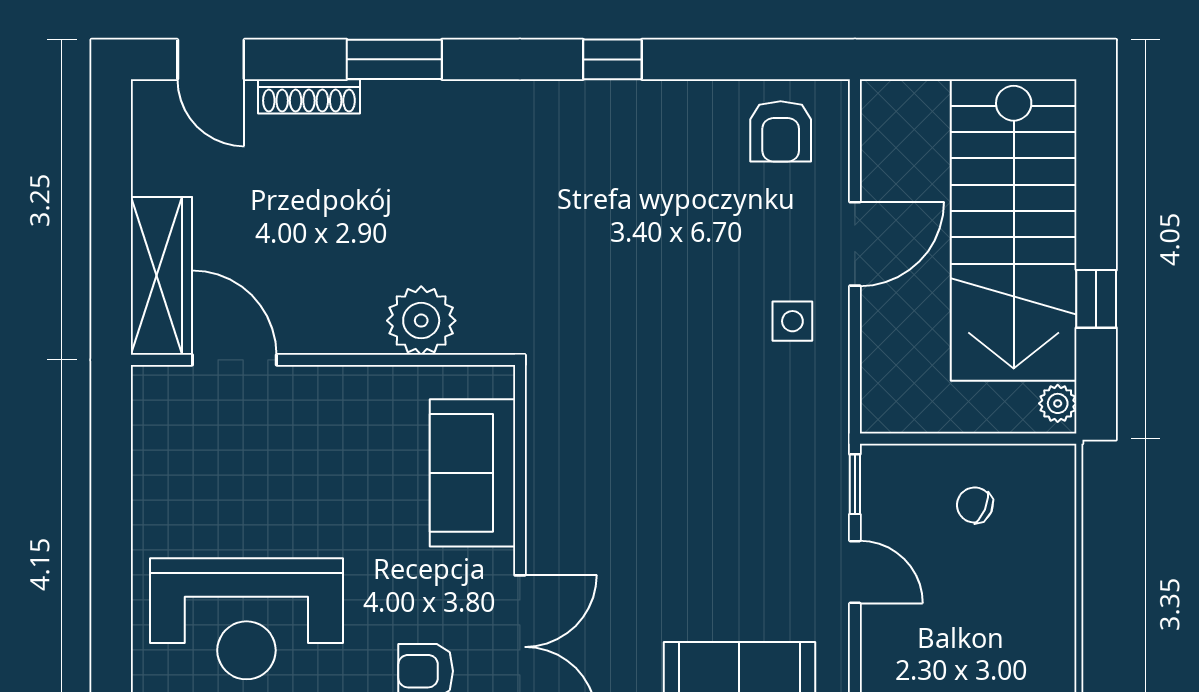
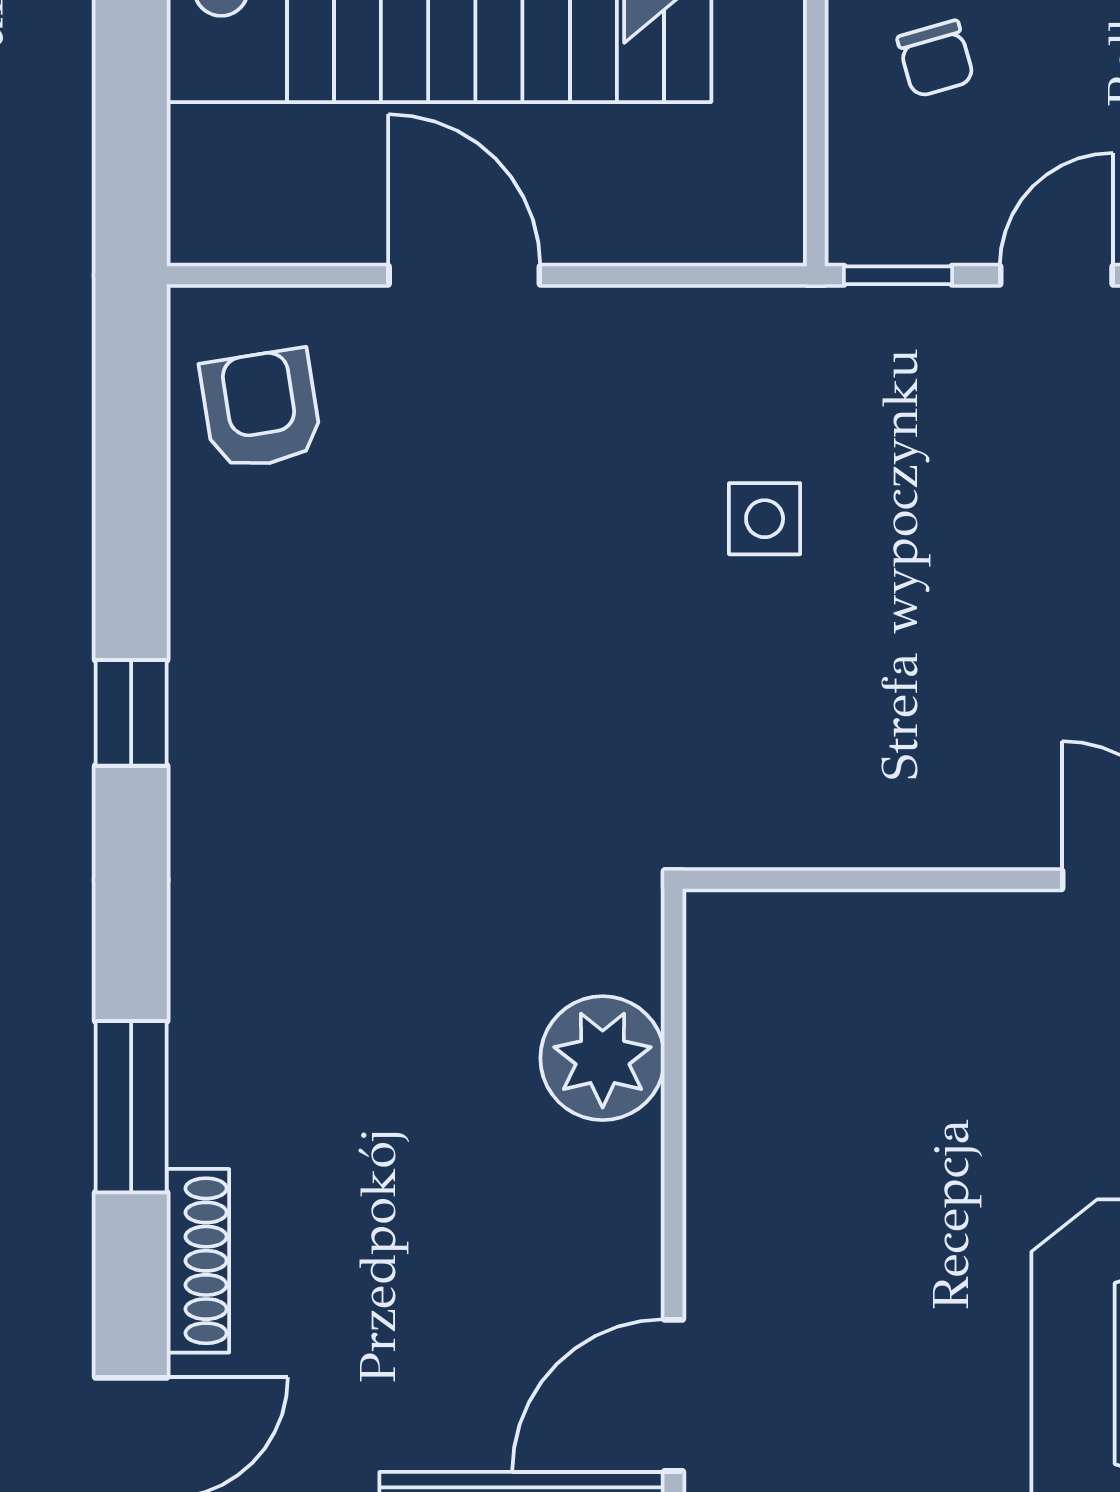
armchair: (781, 131) -> (261, 409), turned -99
side table: (792, 321) -> (765, 519), moved
sofa: (472, 473) -> (878, 966), removed
chair: (975, 505) -> (936, 59), turned -39

